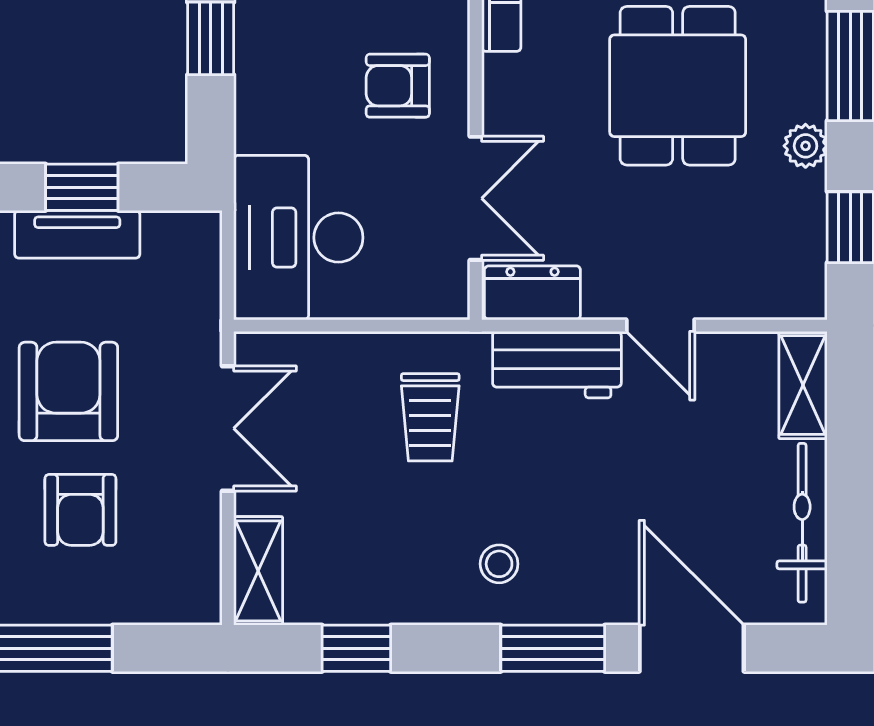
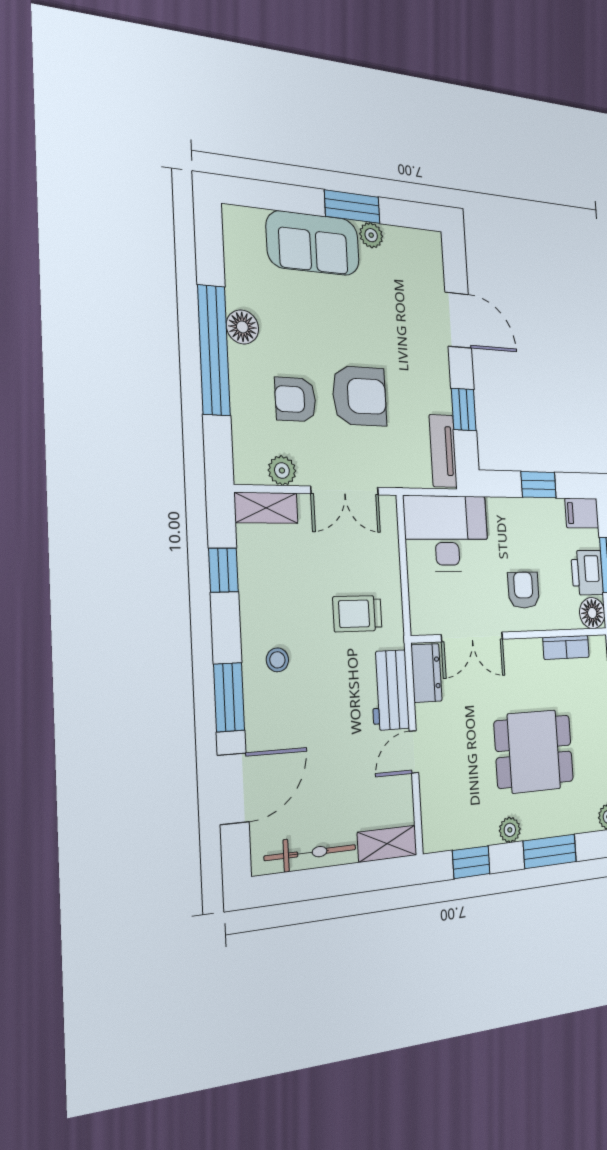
tv unit: (77, 234) -> (443, 451), moved
plant: (198, 540) -> (282, 470), added

